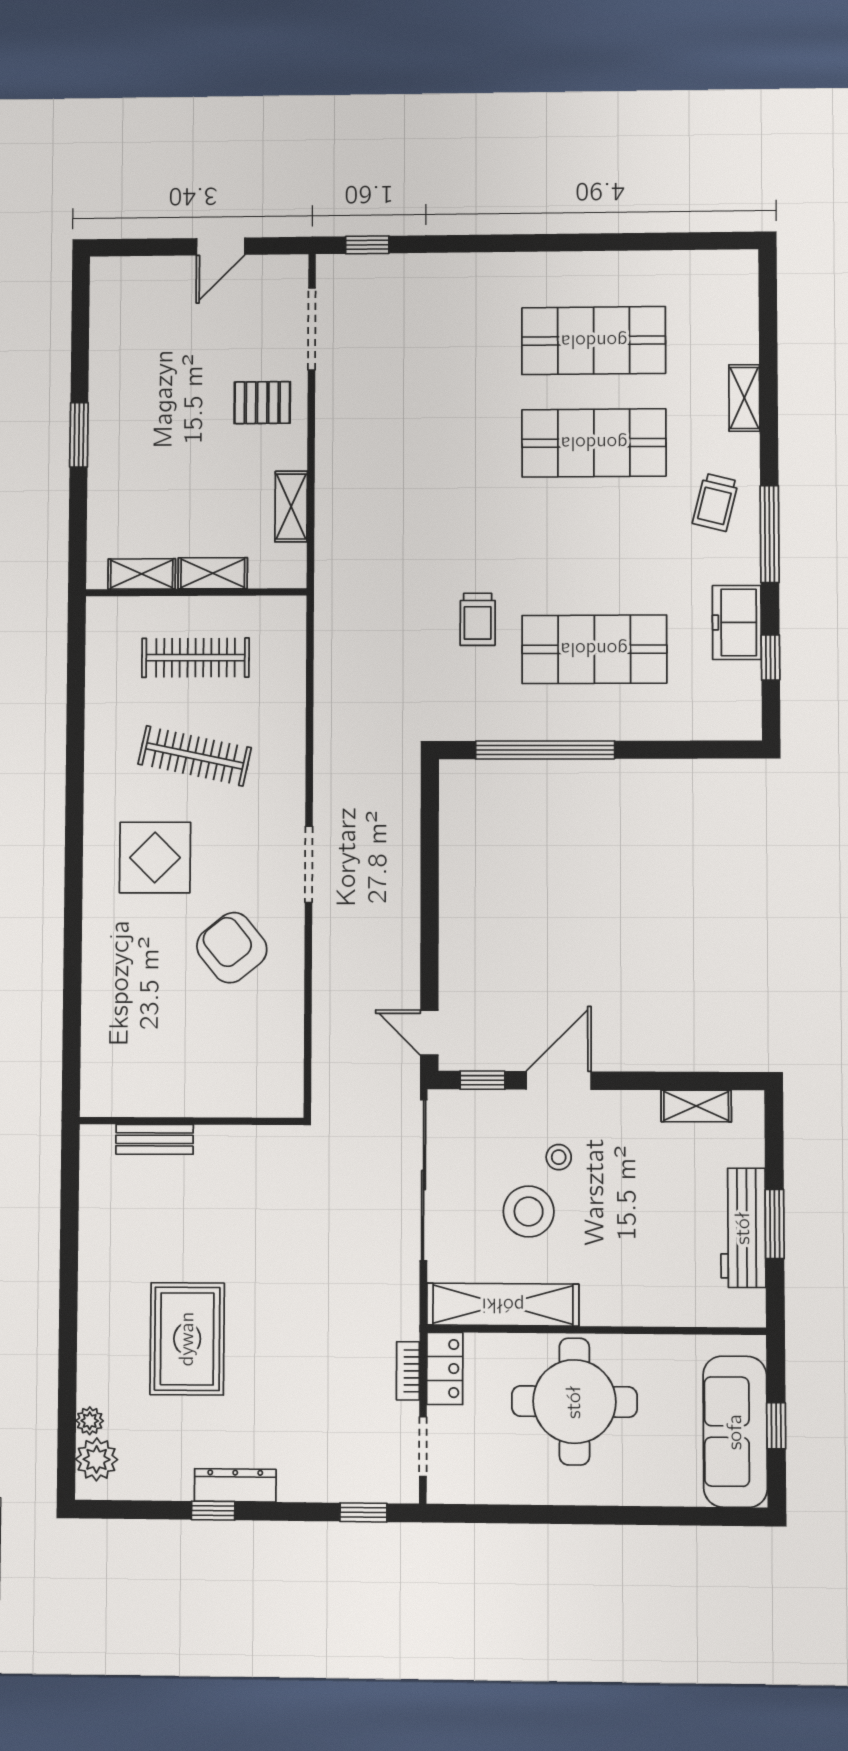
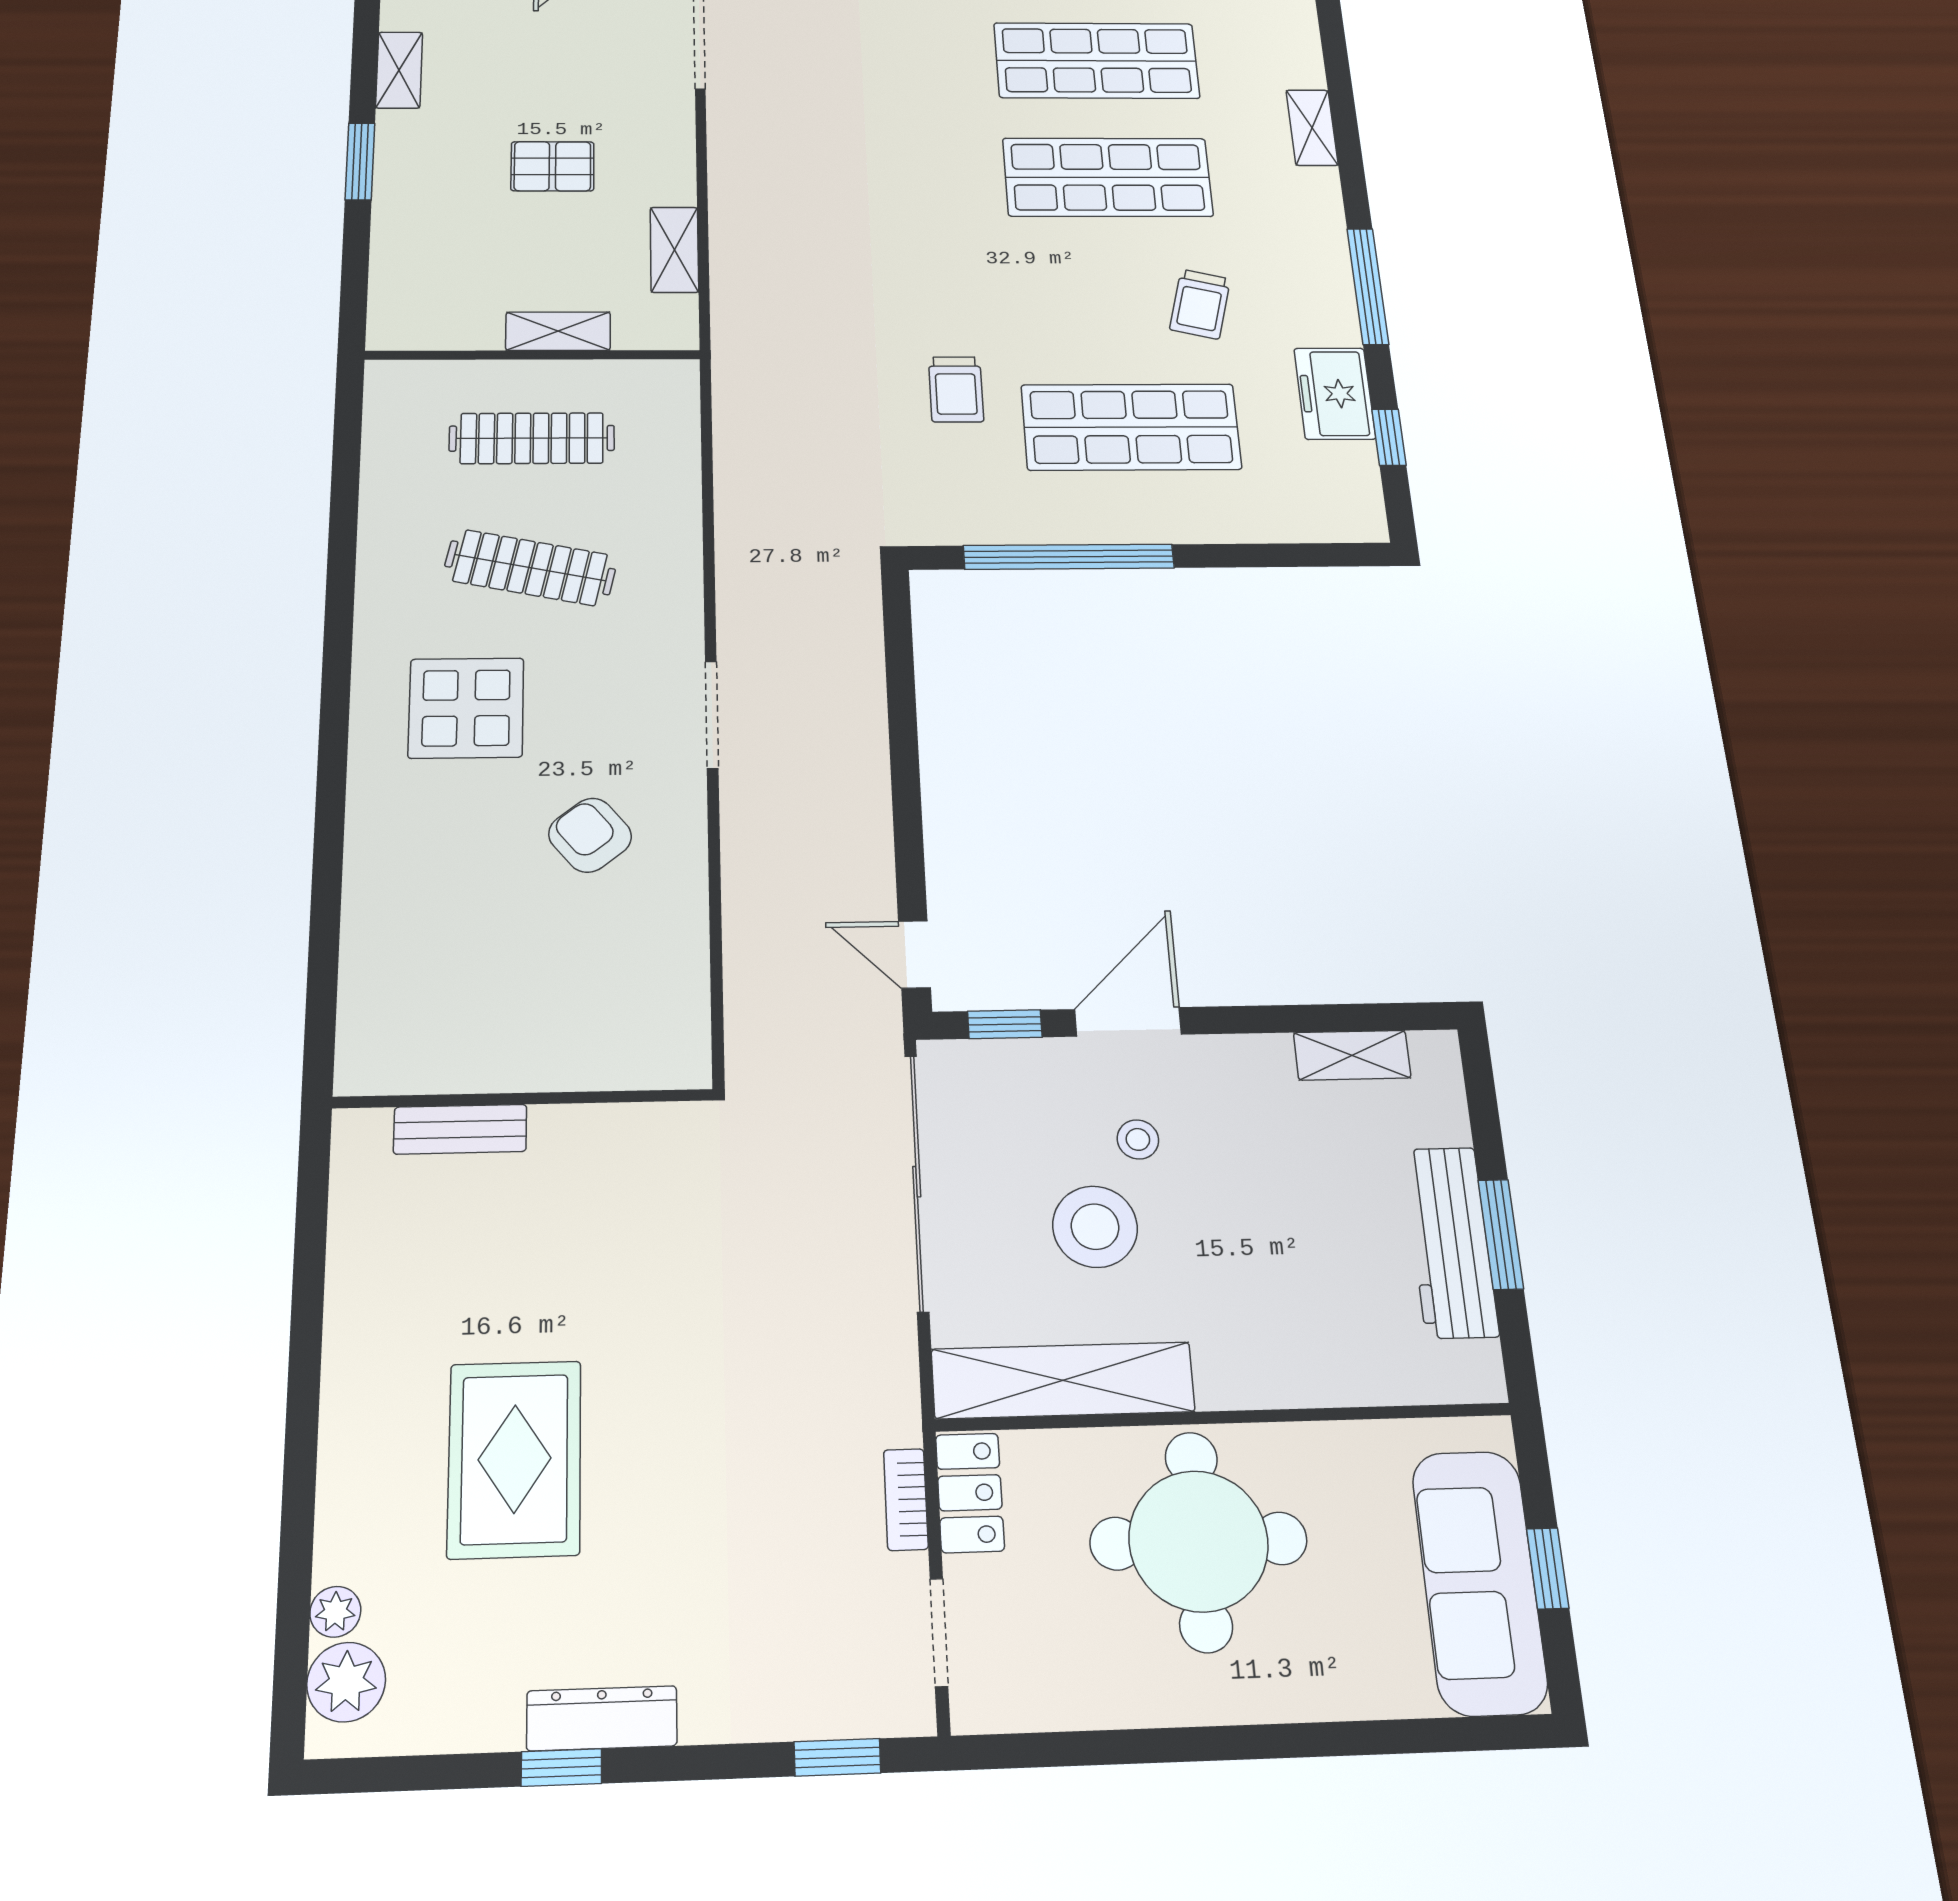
pallet: (262, 403) -> (552, 166), moved
trolley: (715, 502) -> (1200, 304), moved
shelving: (142, 574) -> (399, 70), moved, turned 90
armchair: (232, 948) -> (590, 835), width x0.72, depth x0.72

